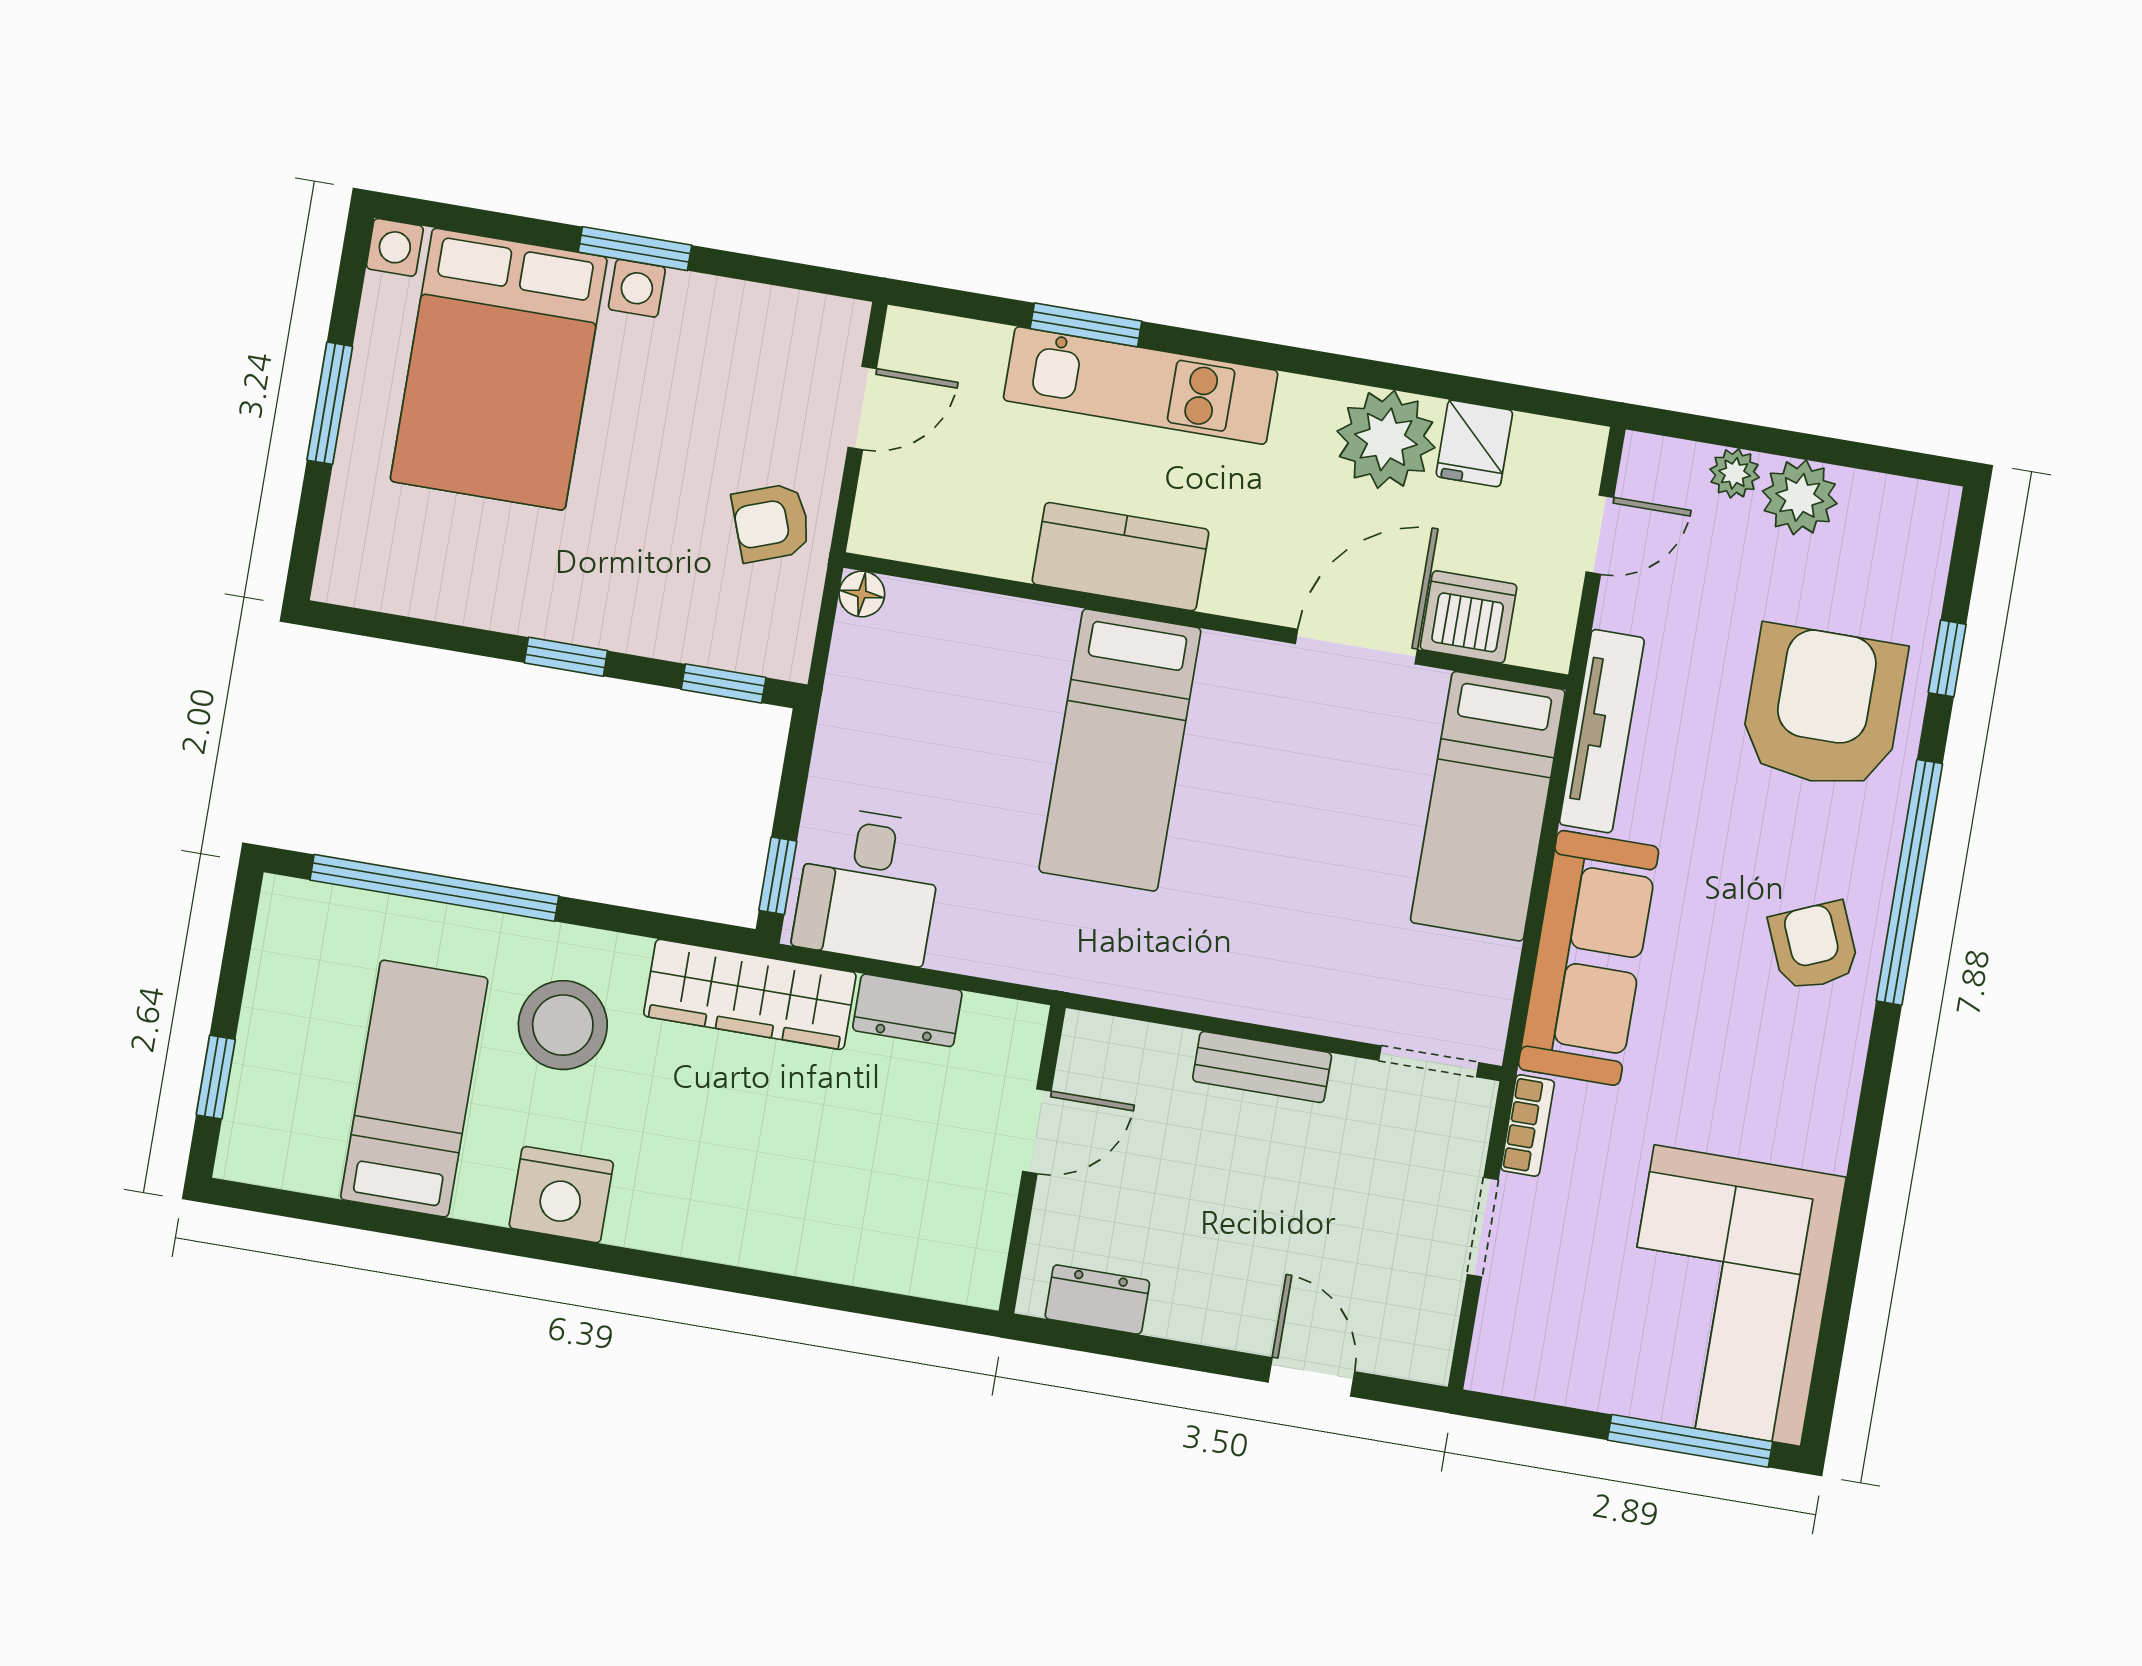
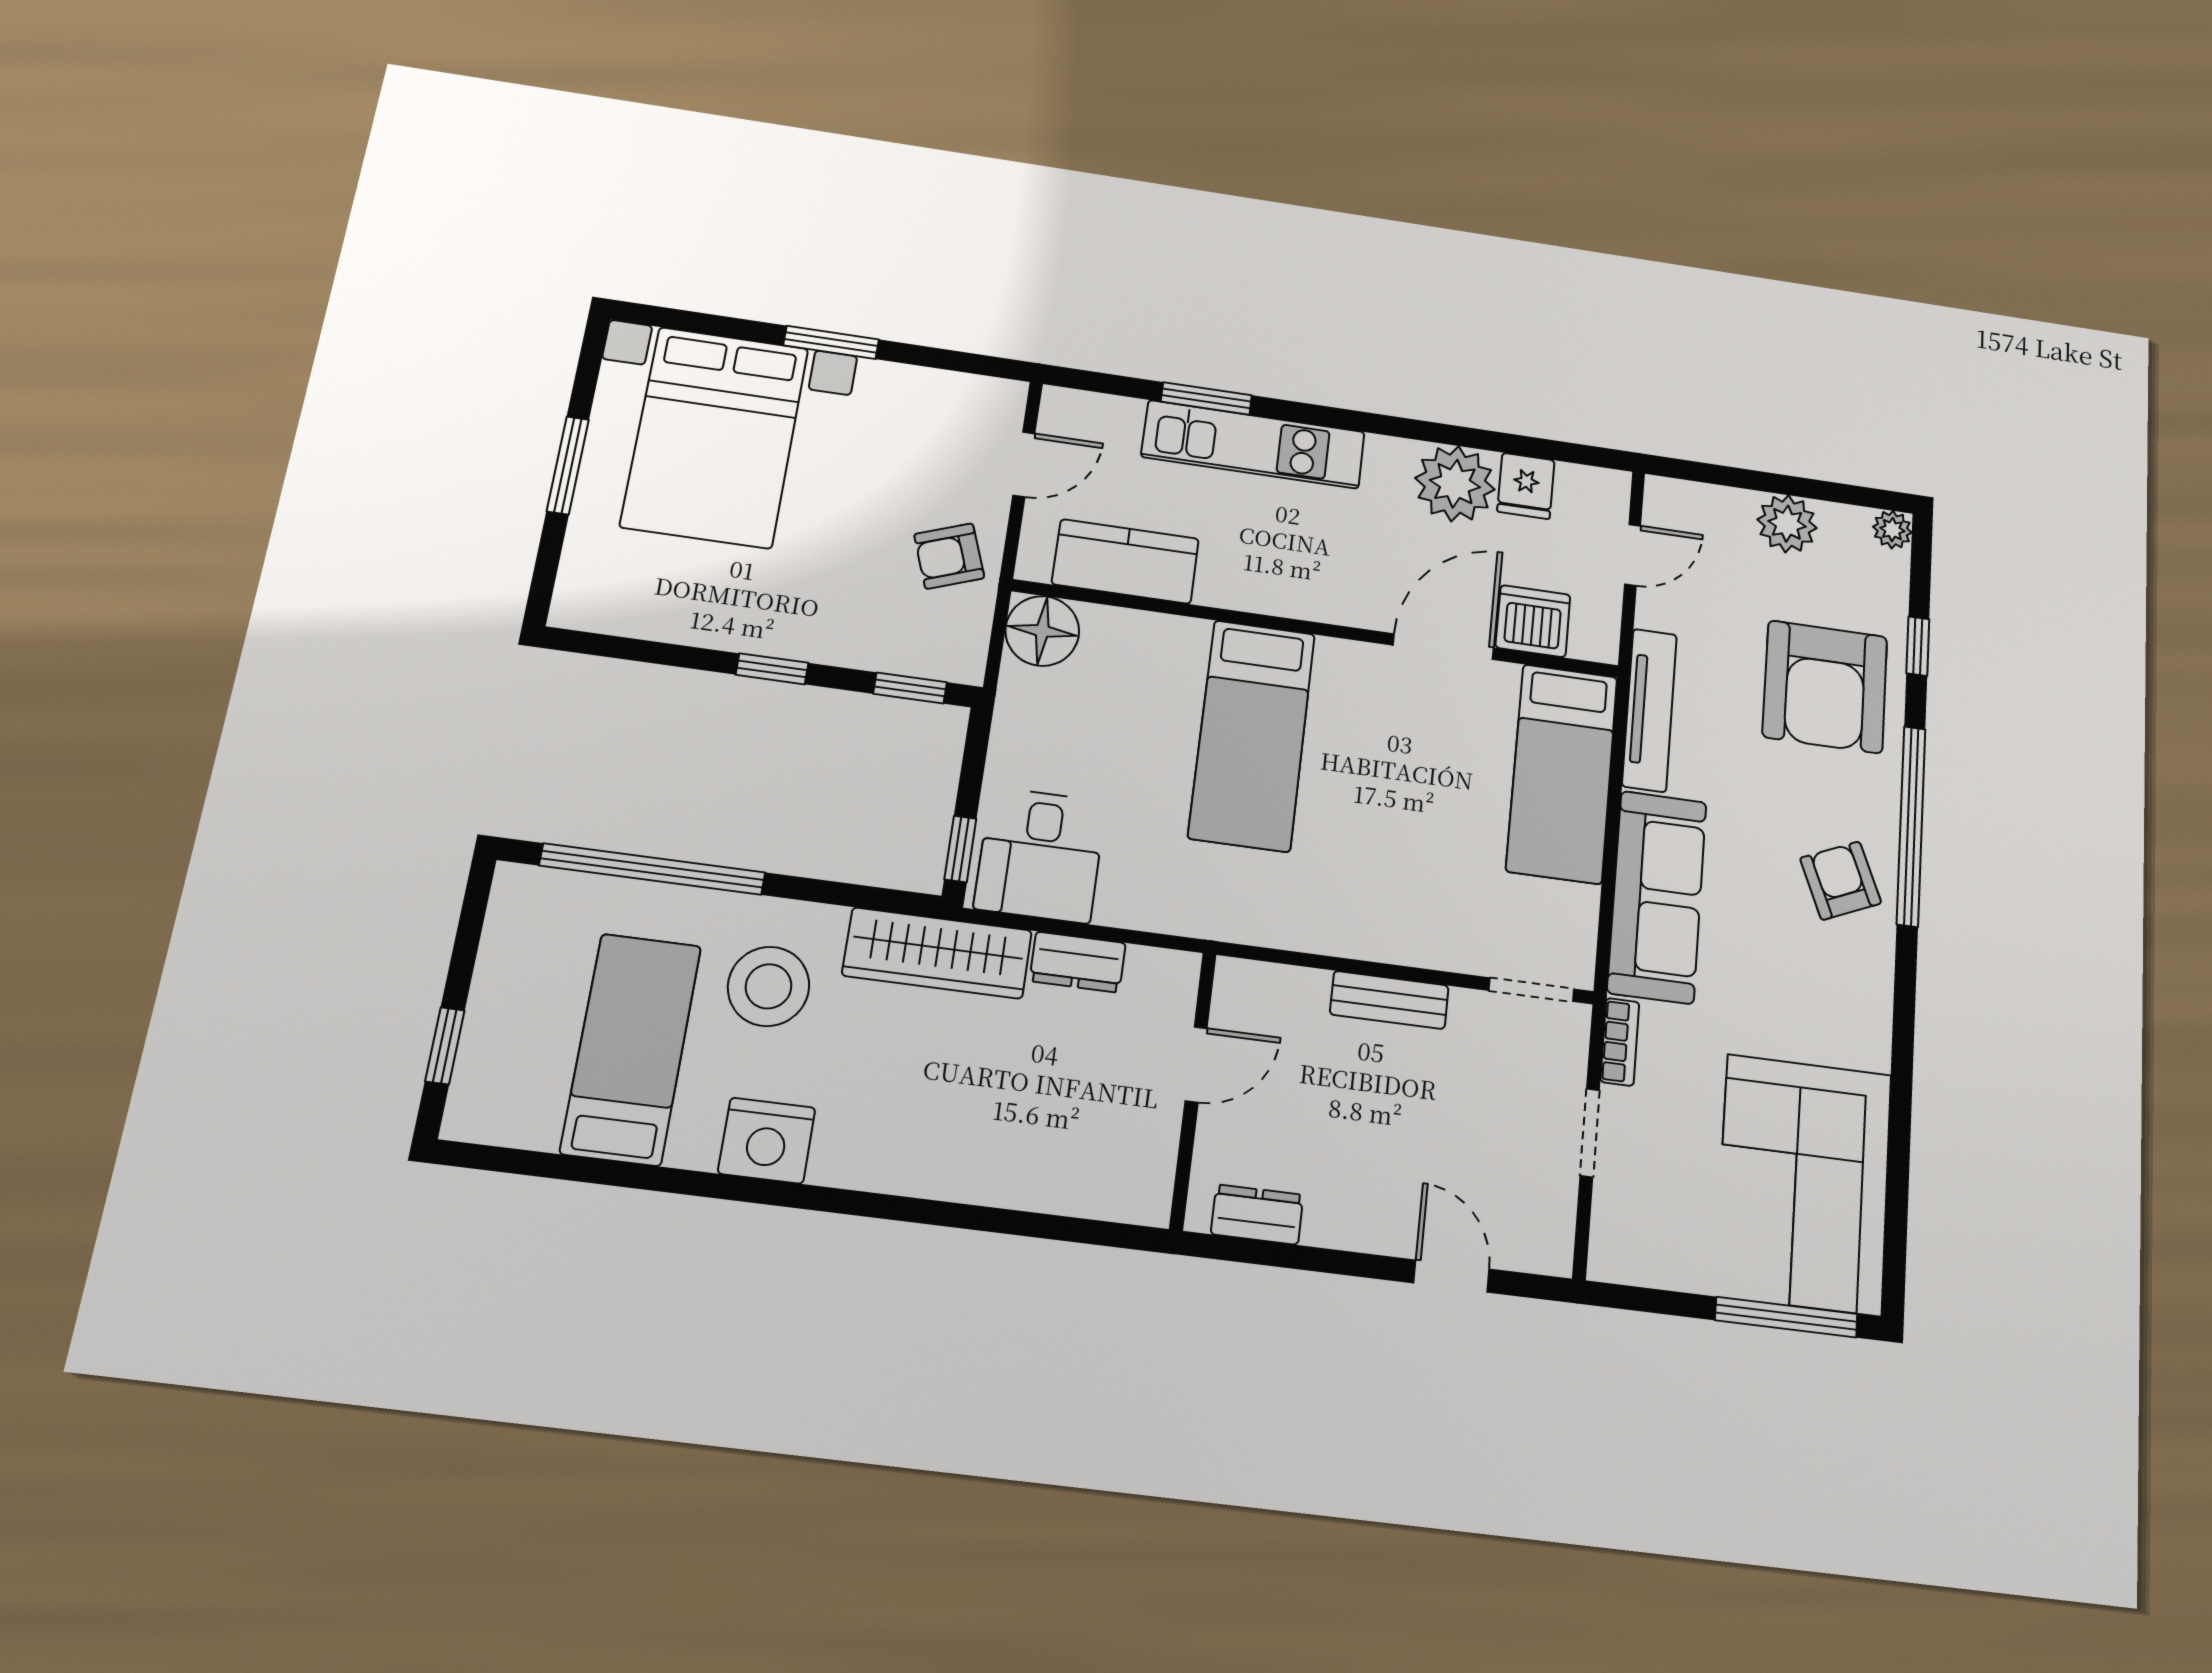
plant: (1735, 473) -> (1892, 530), moved
kitchen counter: (1121, 557) -> (1125, 561), moved
floor lamp: (862, 594) -> (1042, 631), width x1.89, depth x1.89
armchair: (1823, 707) -> (1825, 687), turned 180

